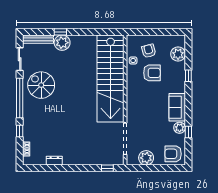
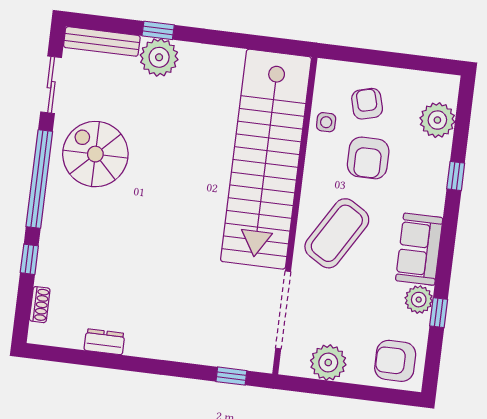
armchair: (152, 73) -> (368, 158), turned 90
coffee table: (143, 105) -> (337, 233), added

